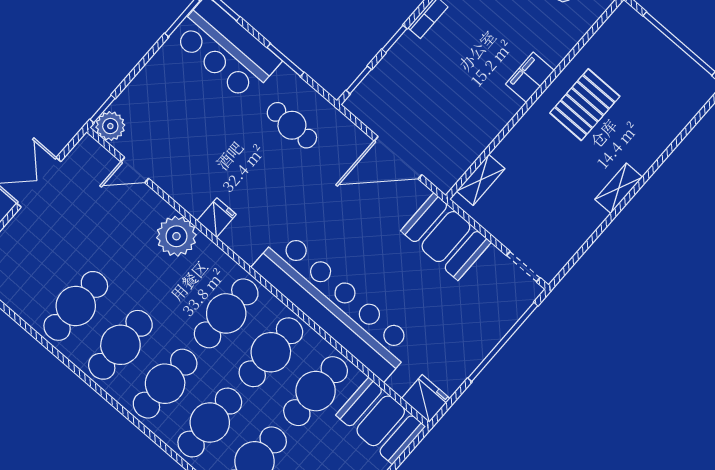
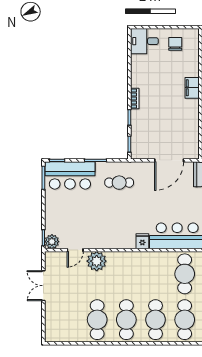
fridge: (217, 218) -> (142, 241), moved
plant: (176, 236) -> (97, 261), moved
cafe table: (226, 313) -> (156, 274), removed

